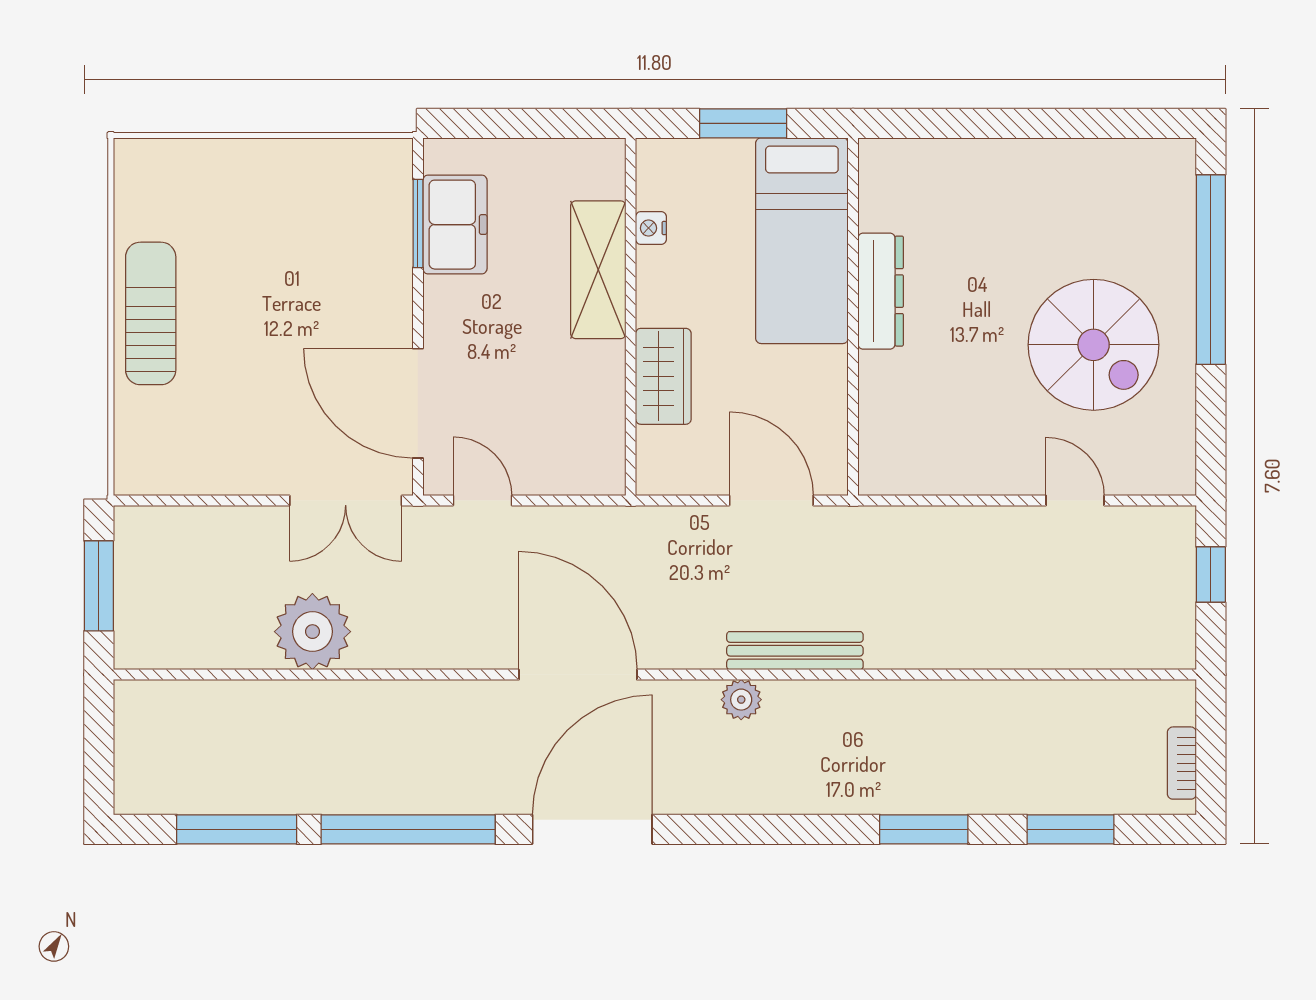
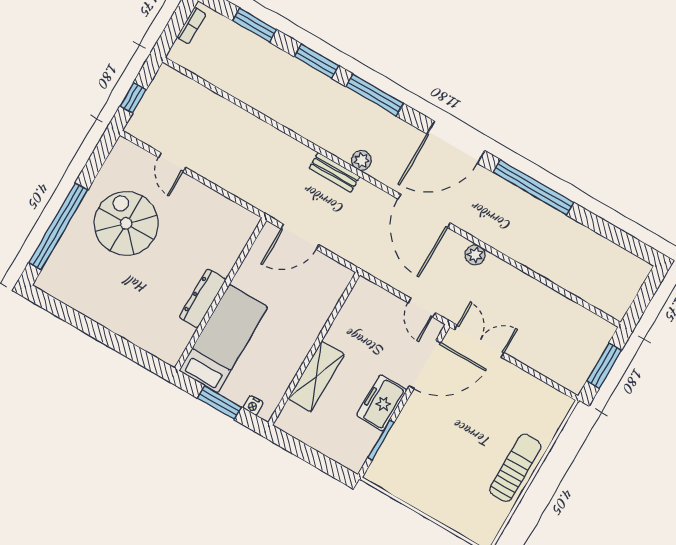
freezer: (455, 225) -> (382, 403), moved
nightstand: (651, 228) -> (253, 405), moved, turned 90
sun lounger: (151, 313) -> (515, 468), turned 180
wardrobe: (663, 376) -> (315, 316), removed
door: (418, 403) -> (425, 364), hinge flipped
door: (771, 501) -> (300, 237), hinge flipped
plant: (312, 632) -> (475, 255), moved, width x0.53, depth x0.53
bench: (795, 651) -> (334, 172), width x0.73
window: (237, 829) -> (375, 95), moved

